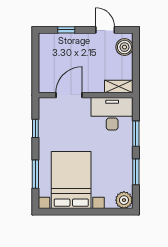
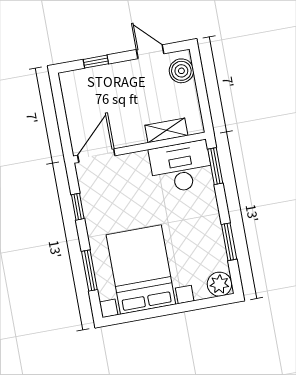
shelving: (119, 87) -> (166, 130), moved
door: (69, 95) -> (96, 156), moved
window: (136, 134) -> (215, 166), moved

